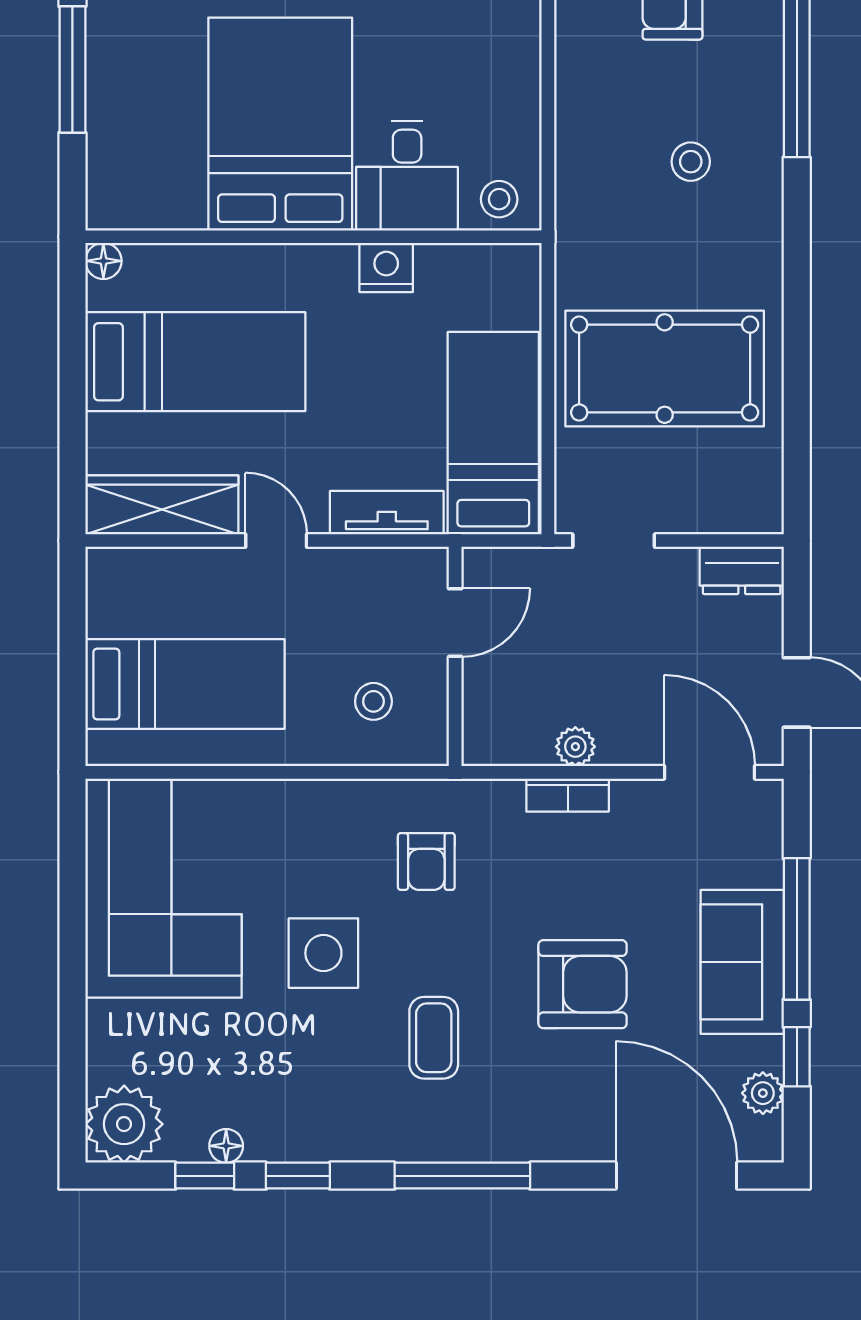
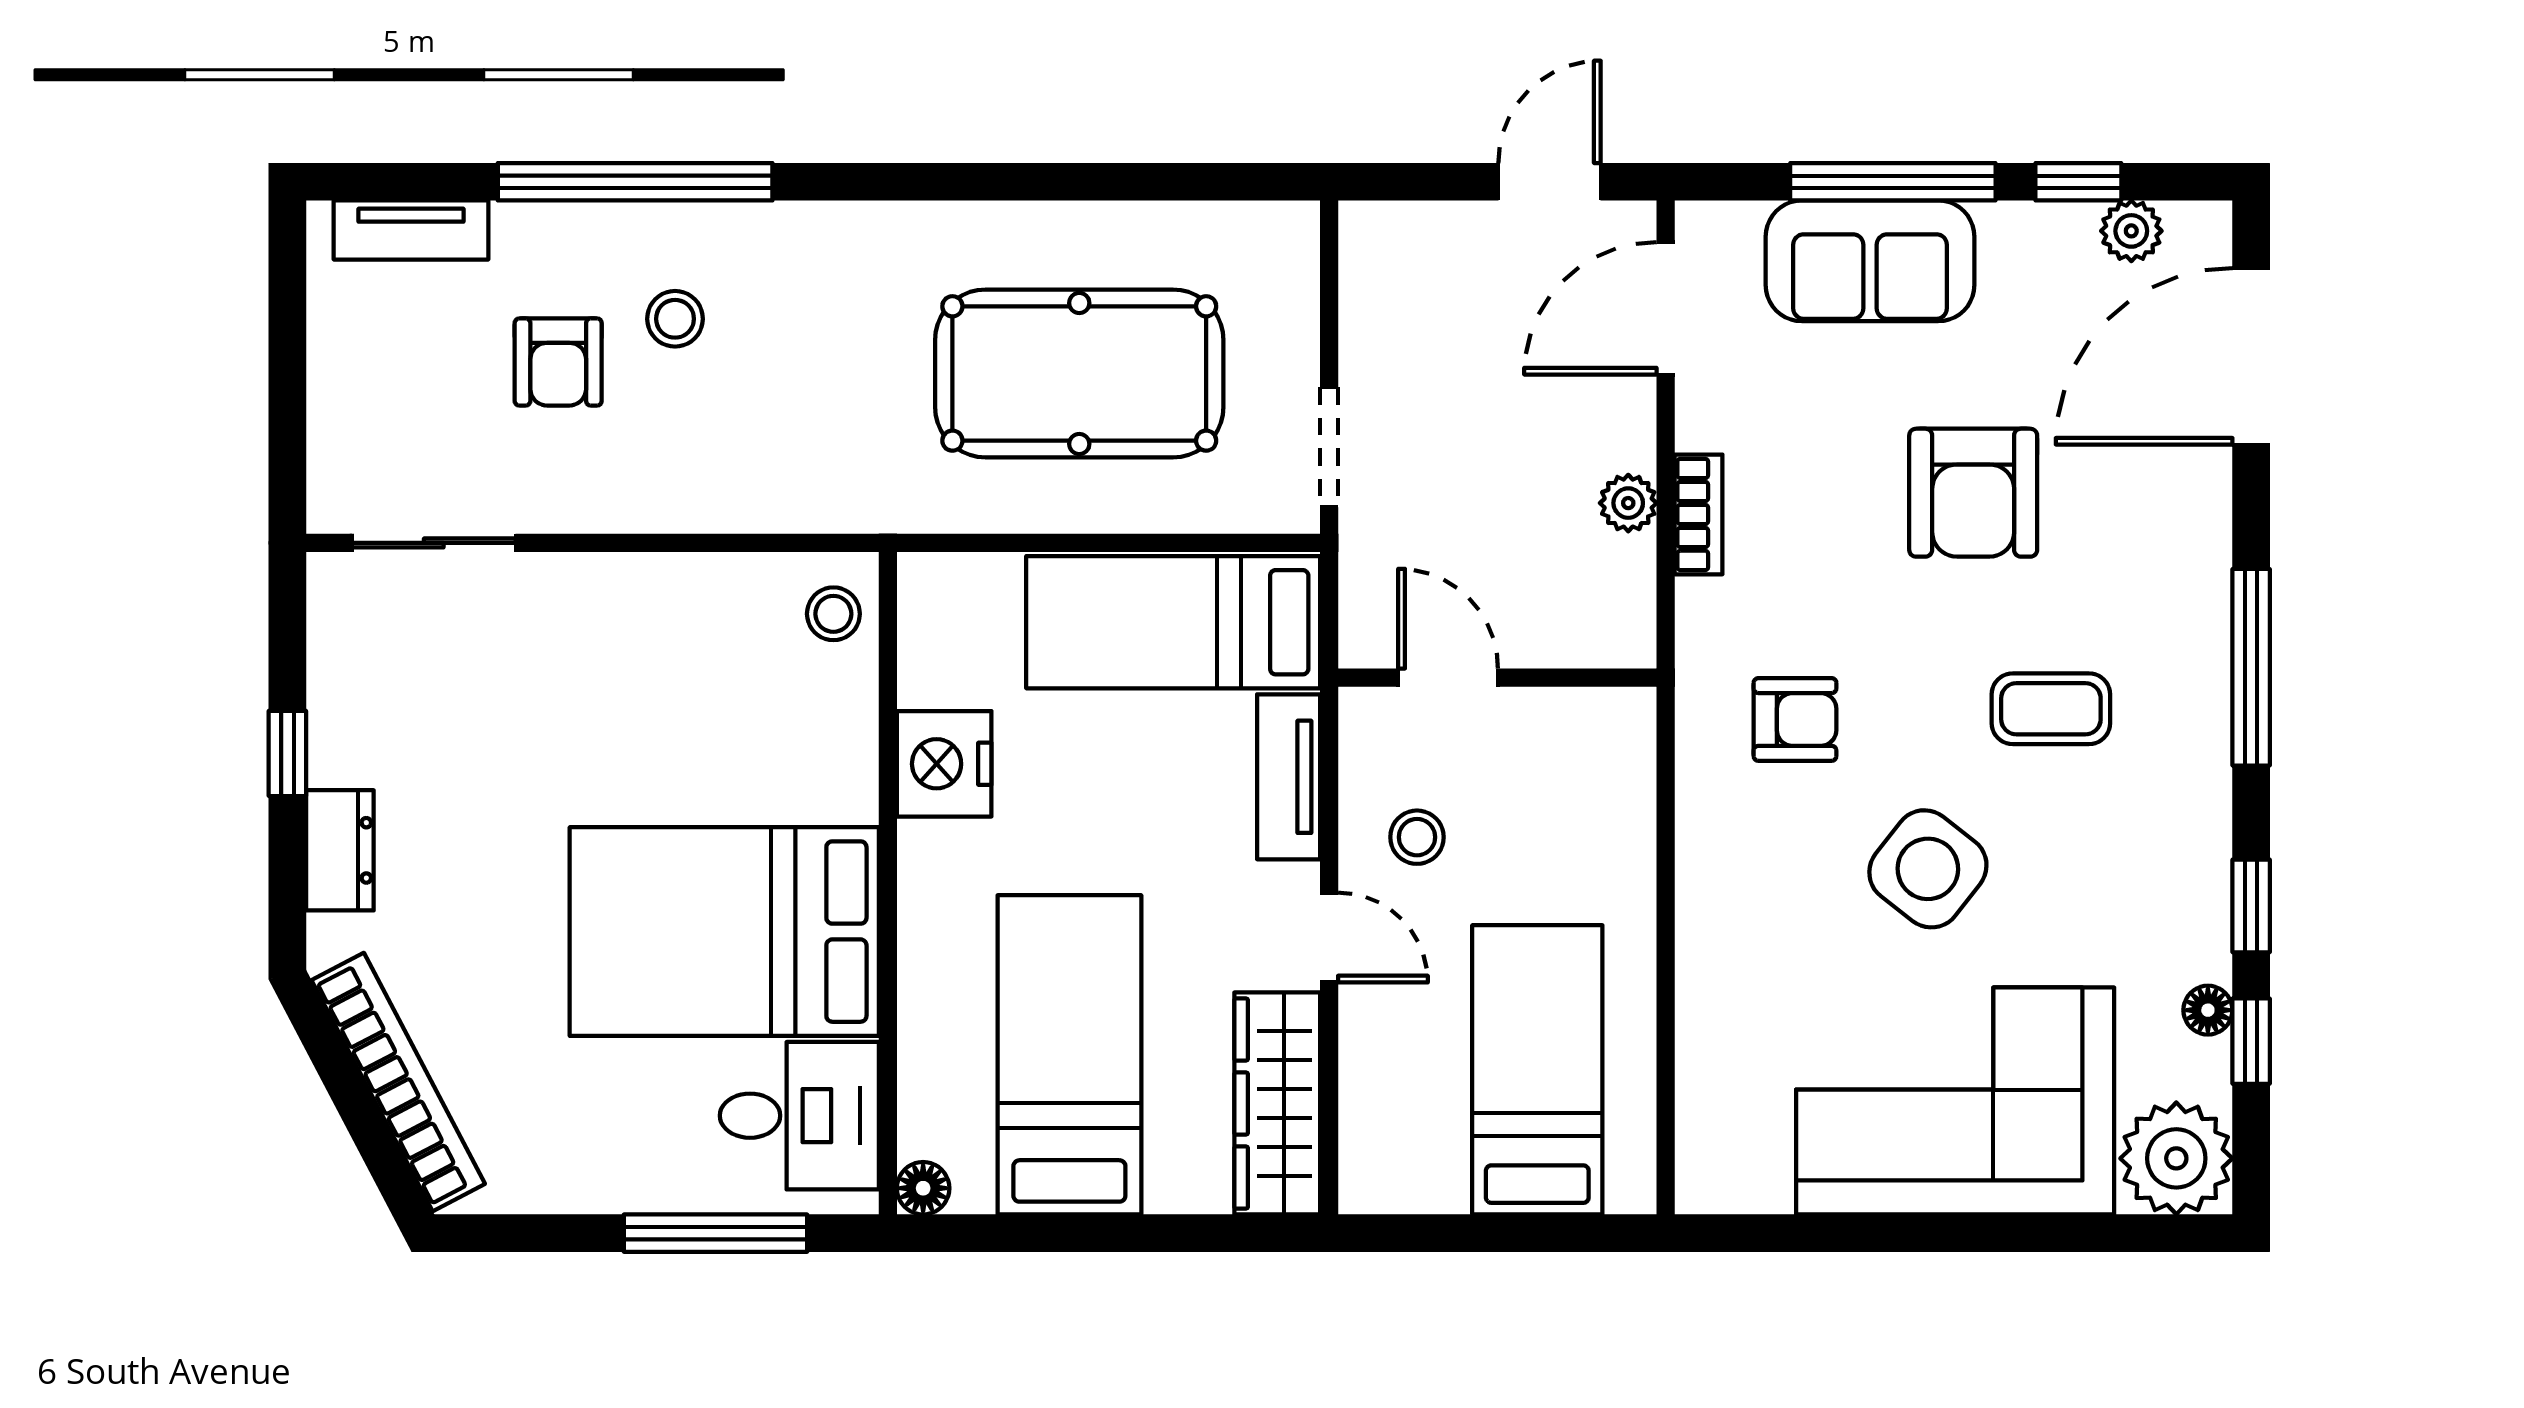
window: (72, 70) -> (715, 1233), moved
stool: (691, 162) -> (675, 319), moved
desk: (407, 176) -> (799, 1116), moved
nightstand: (386, 267) -> (944, 764), width x1.36, depth x1.33
pool table: (665, 369) -> (1079, 373), turned 90
door: (276, 541) -> (1329, 938), swing flipped
dresser: (742, 570) -> (1372, 262), removed
stool: (373, 701) -> (1417, 837), moved
corner sofa: (164, 888) -> (1955, 1101), moved
side table: (323, 953) -> (1928, 869), turned 38
sofa: (742, 962) -> (1870, 261), moved
armchair: (583, 984) -> (1973, 493), turned 180

